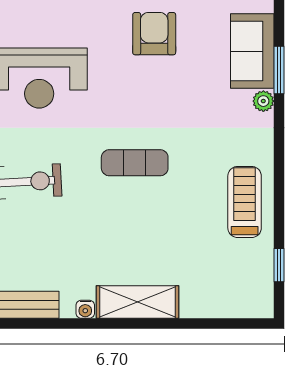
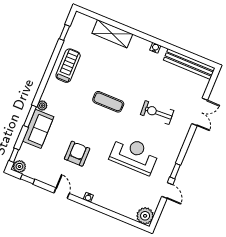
armchair: (154, 34) -> (77, 154), turned 180
treadmill: (245, 202) -> (68, 66), turned 180
shelving: (138, 302) -> (112, 34), moved

